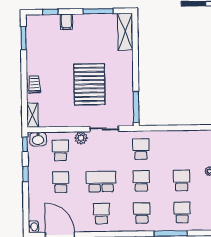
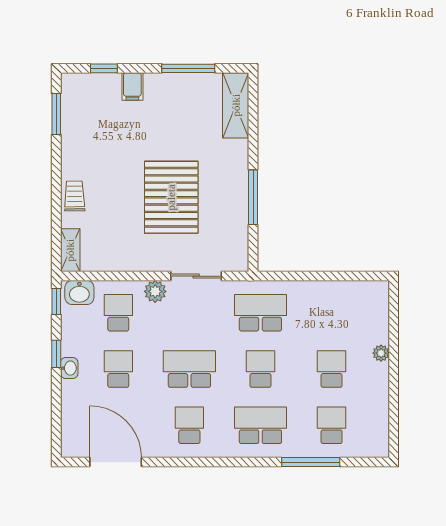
window: (136, 107) -> (253, 197), moved
school desk: (141, 149) -> (260, 313), width x1.85
school desk: (142, 213) -> (260, 425), width x1.85
washbasin: (33, 227) -> (69, 368), moved

